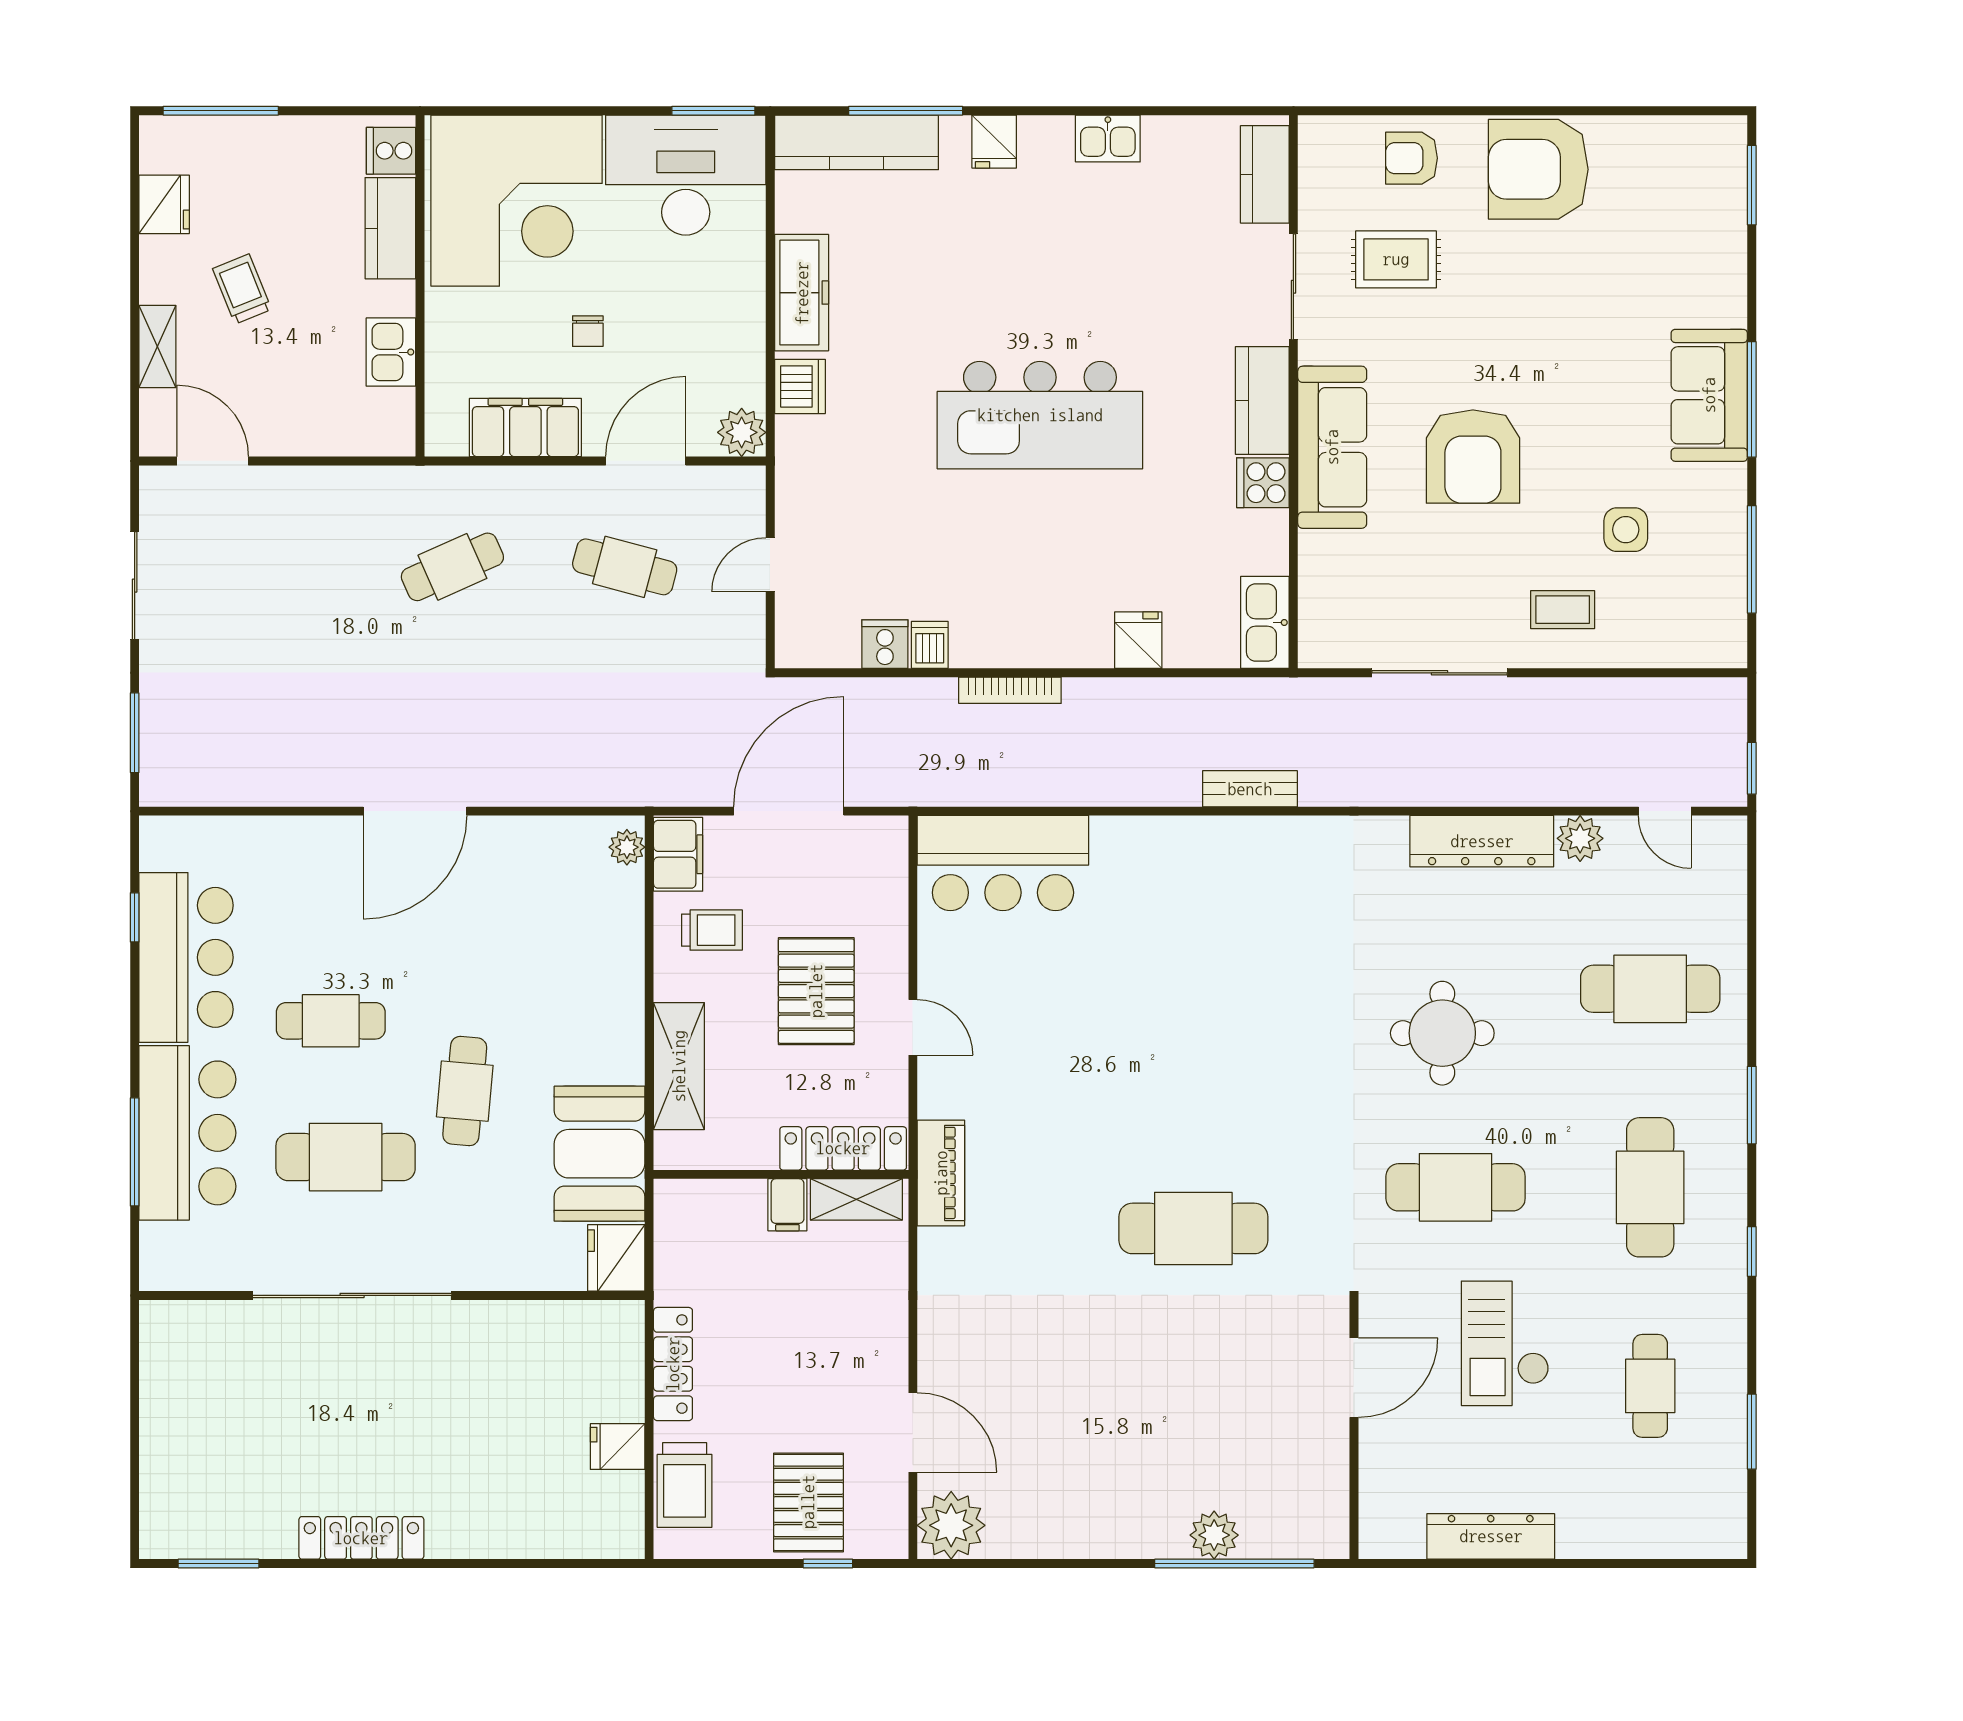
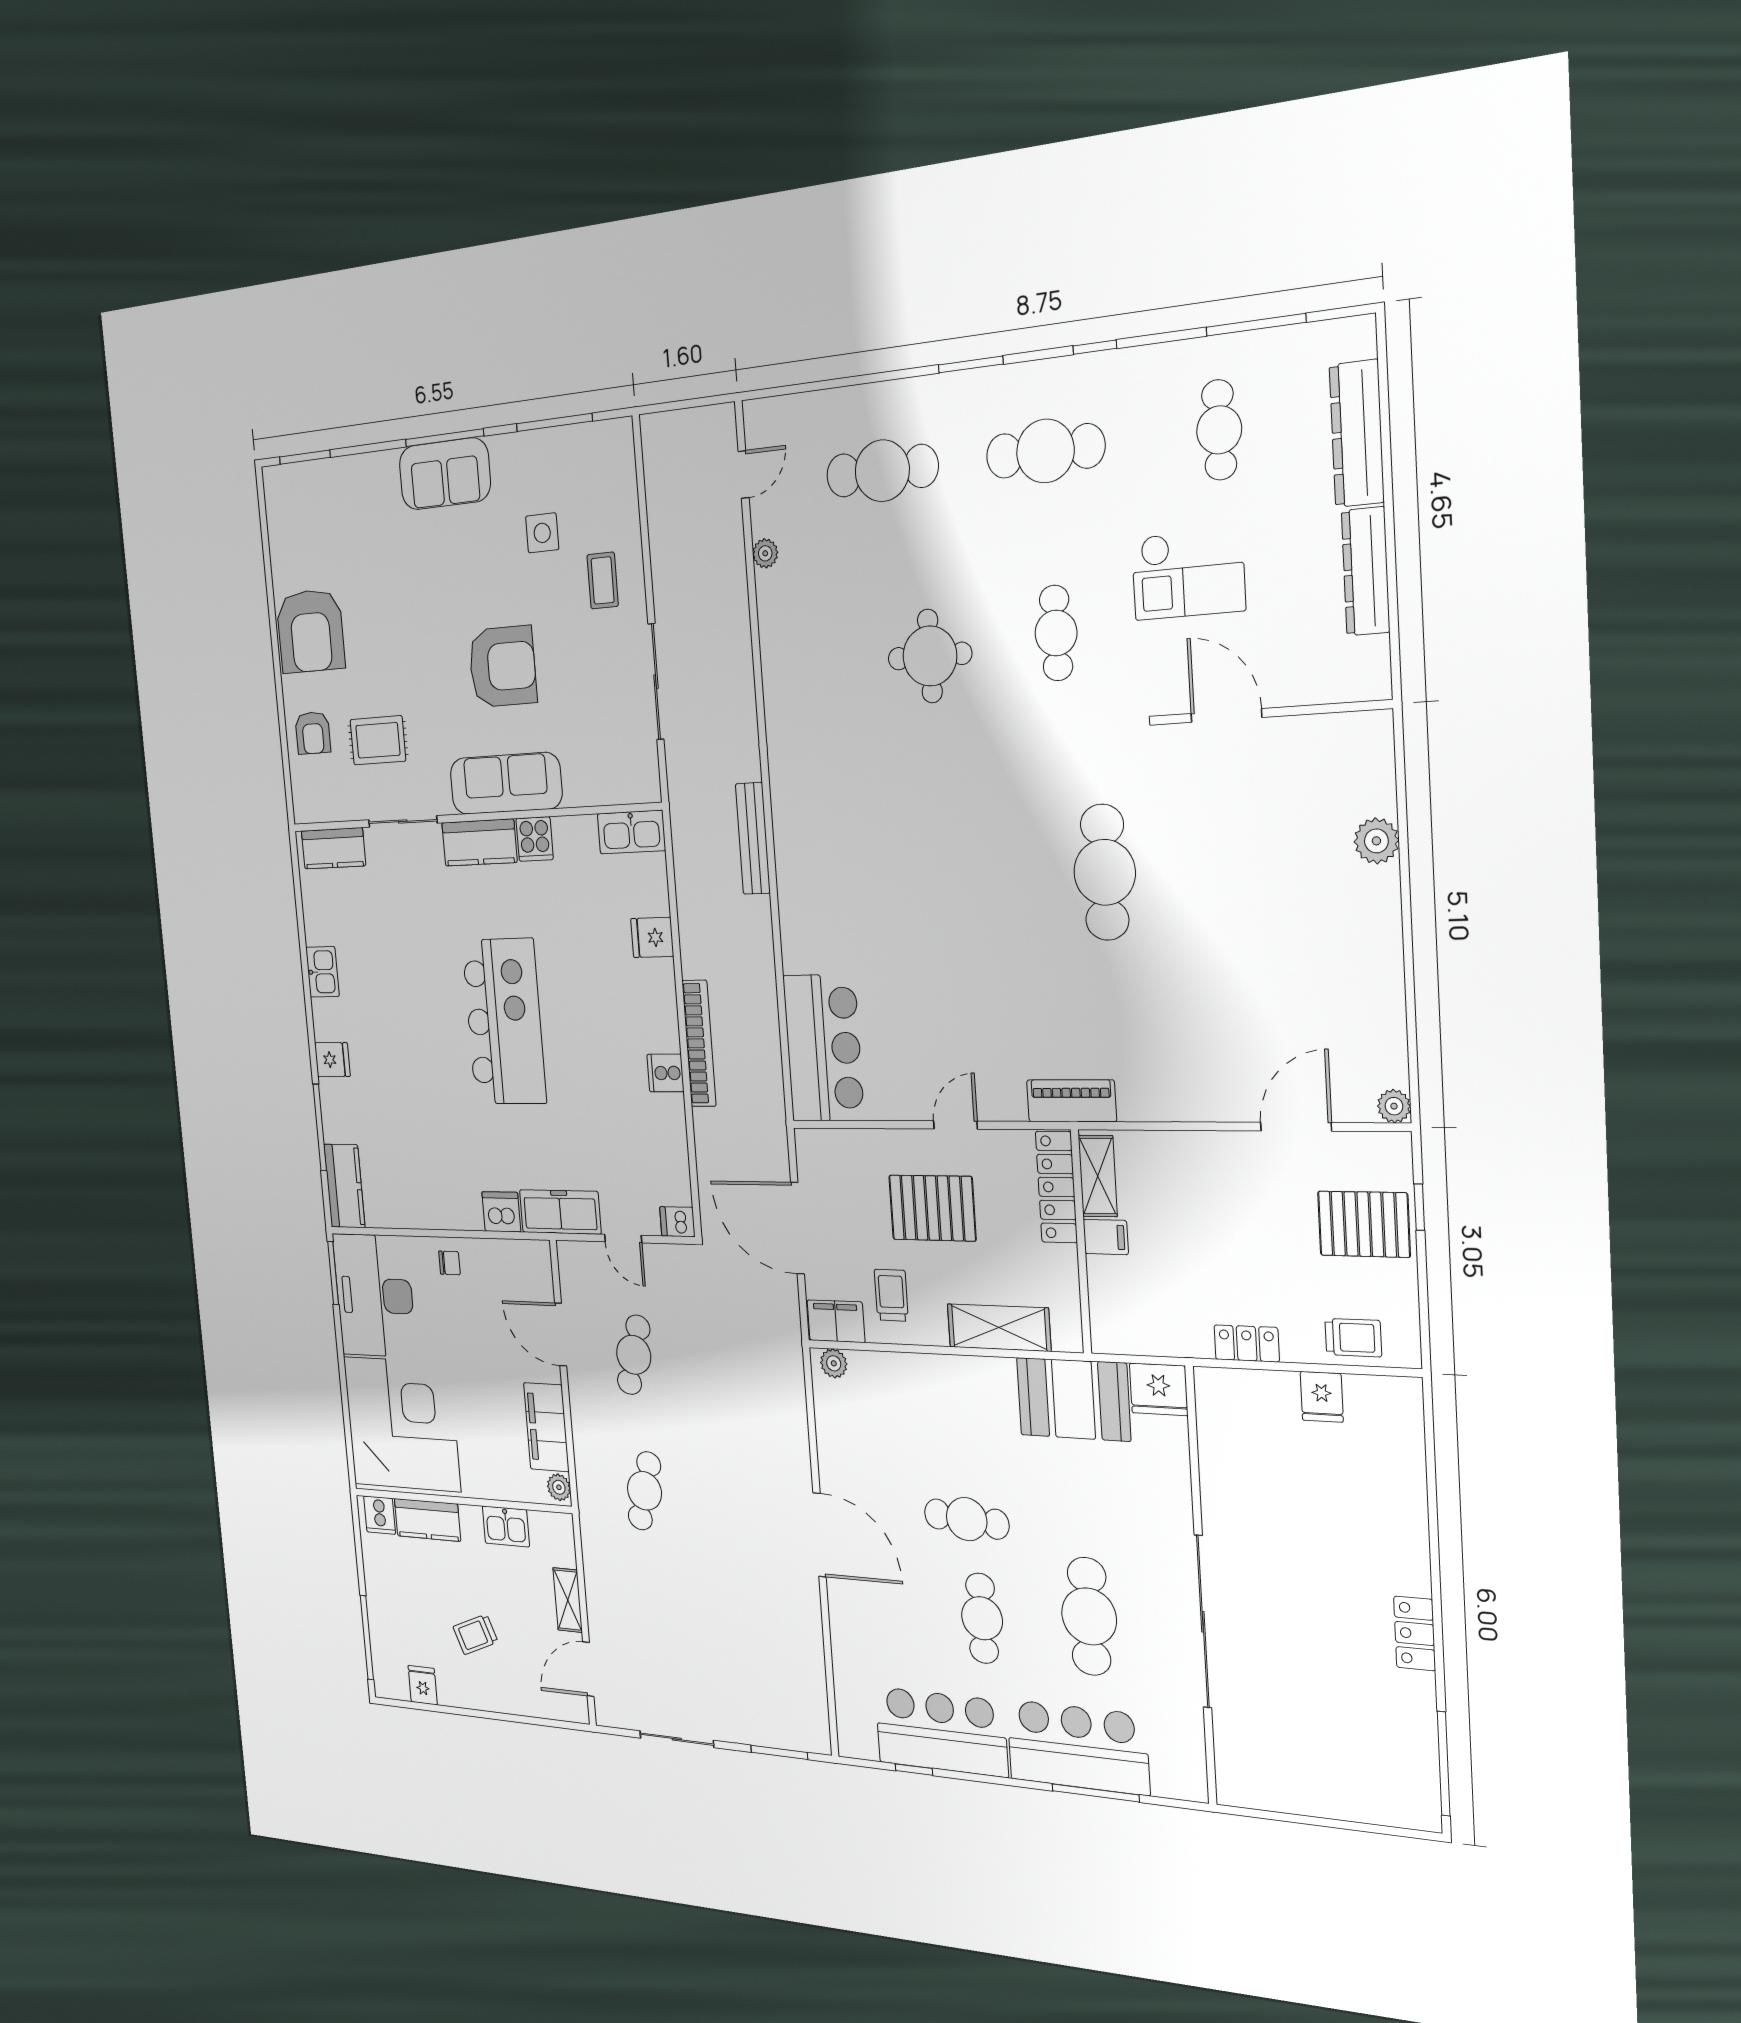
kitchen counter: (856, 142) -> (344, 1186), width x0.67
fridge: (164, 204) -> (423, 1685), width x0.72
rug: (1396, 259) -> (378, 740), turned 90
freezer: (802, 293) -> (560, 1212), moved
chair: (588, 331) -> (449, 1263), moved
shelving: (157, 347) -> (568, 1600), moved, turned 90
plant: (742, 432) -> (559, 1487), moved, width x0.73, depth x0.73
cafe table: (452, 567) -> (644, 1491), turned 39
cooker: (885, 644) -> (665, 1073), moved
dishwasher: (930, 645) -> (677, 1222), moved
bookcase: (1010, 690) -> (699, 1043), width x1.48, depth x1.31
window: (1752, 768) -> (706, 401), removed
bench: (1250, 789) -> (753, 838), width x1.36
plant: (1580, 838) -> (765, 553), width x0.73, depth x0.73
dresser: (1482, 841) -> (1357, 434), moved, turned 180
cafe table: (1650, 989) -> (882, 471), turned 90
cafe table: (465, 1091) -> (967, 1519), moved
cafe table: (1456, 1187) -> (1056, 633), width x0.73, depth x0.74
locker: (673, 1364) -> (1247, 1343), width x0.66
cafe table: (1650, 1386) -> (1219, 430), turned 90
window: (1752, 1432) -> (1256, 325), width x1.44
trolley: (685, 1485) -> (1353, 1338), width x0.73, depth x0.72
plant: (951, 1525) -> (1394, 1106), width x0.53, depth x0.53
locker: (361, 1538) -> (1415, 1633), width x0.66
window: (218, 1564) -> (1444, 1764), width x1.44
window: (1234, 1564) -> (1402, 820), removed

